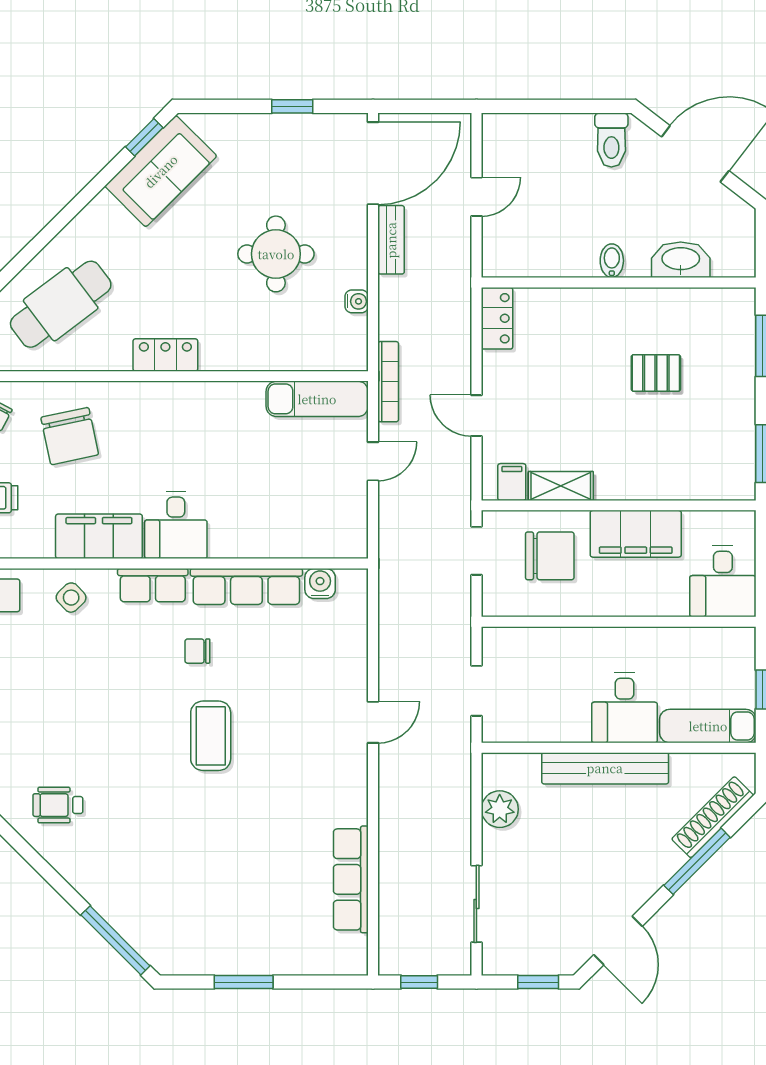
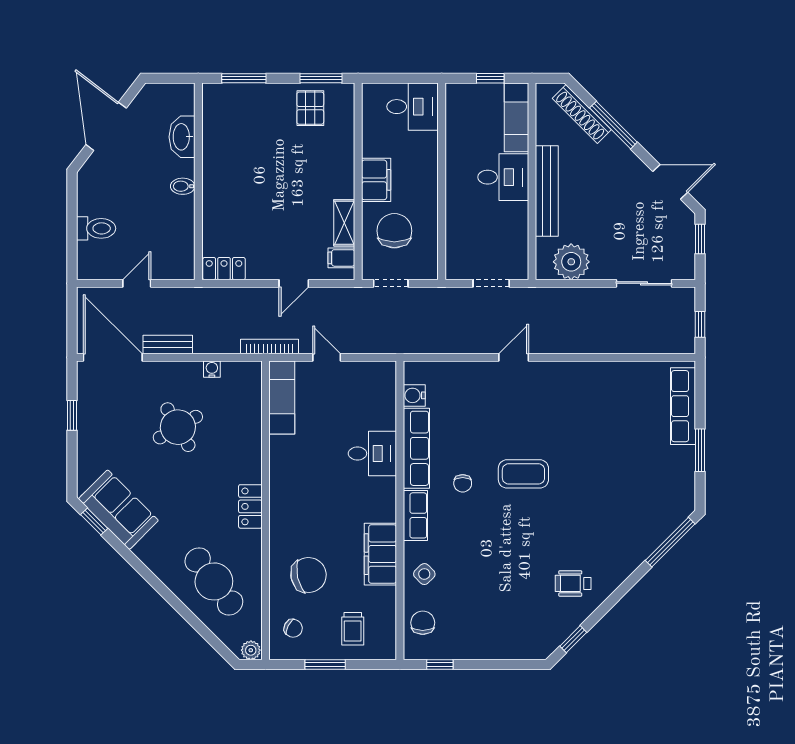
toilet: (611, 140) -> (96, 228), moved
door: (476, 197) -> (137, 283), hinge flipped
round table: (276, 254) -> (178, 427), turned -30
pallet: (656, 373) -> (310, 108), moved
desk: (176, 525) -> (372, 454), moved
filing cabinet: (636, 534) -> (376, 180), width x0.67, depth x0.86
door: (373, 722) -> (514, 357), hinge flipped
wheelchair: (58, 805) -> (573, 583), turned 90
plant: (500, 809) -> (571, 262), width x1.36, depth x1.36
row of seats: (351, 879) -> (683, 406), moved, turned 90

